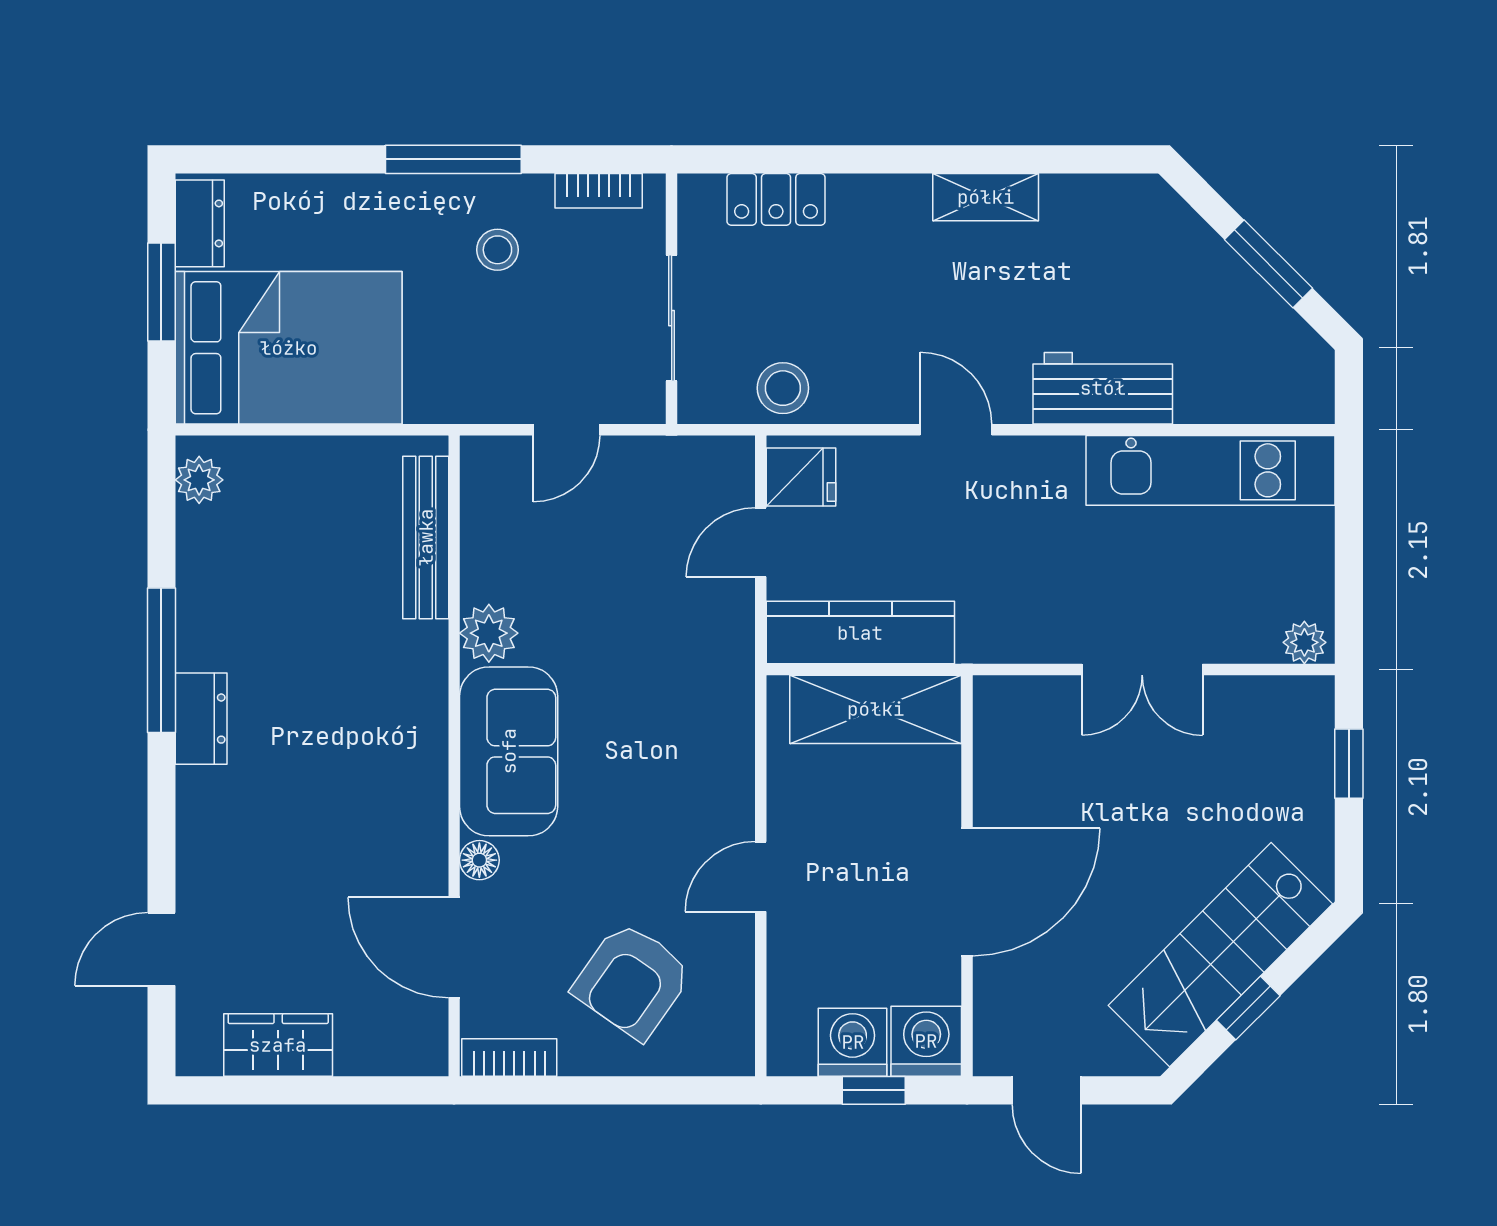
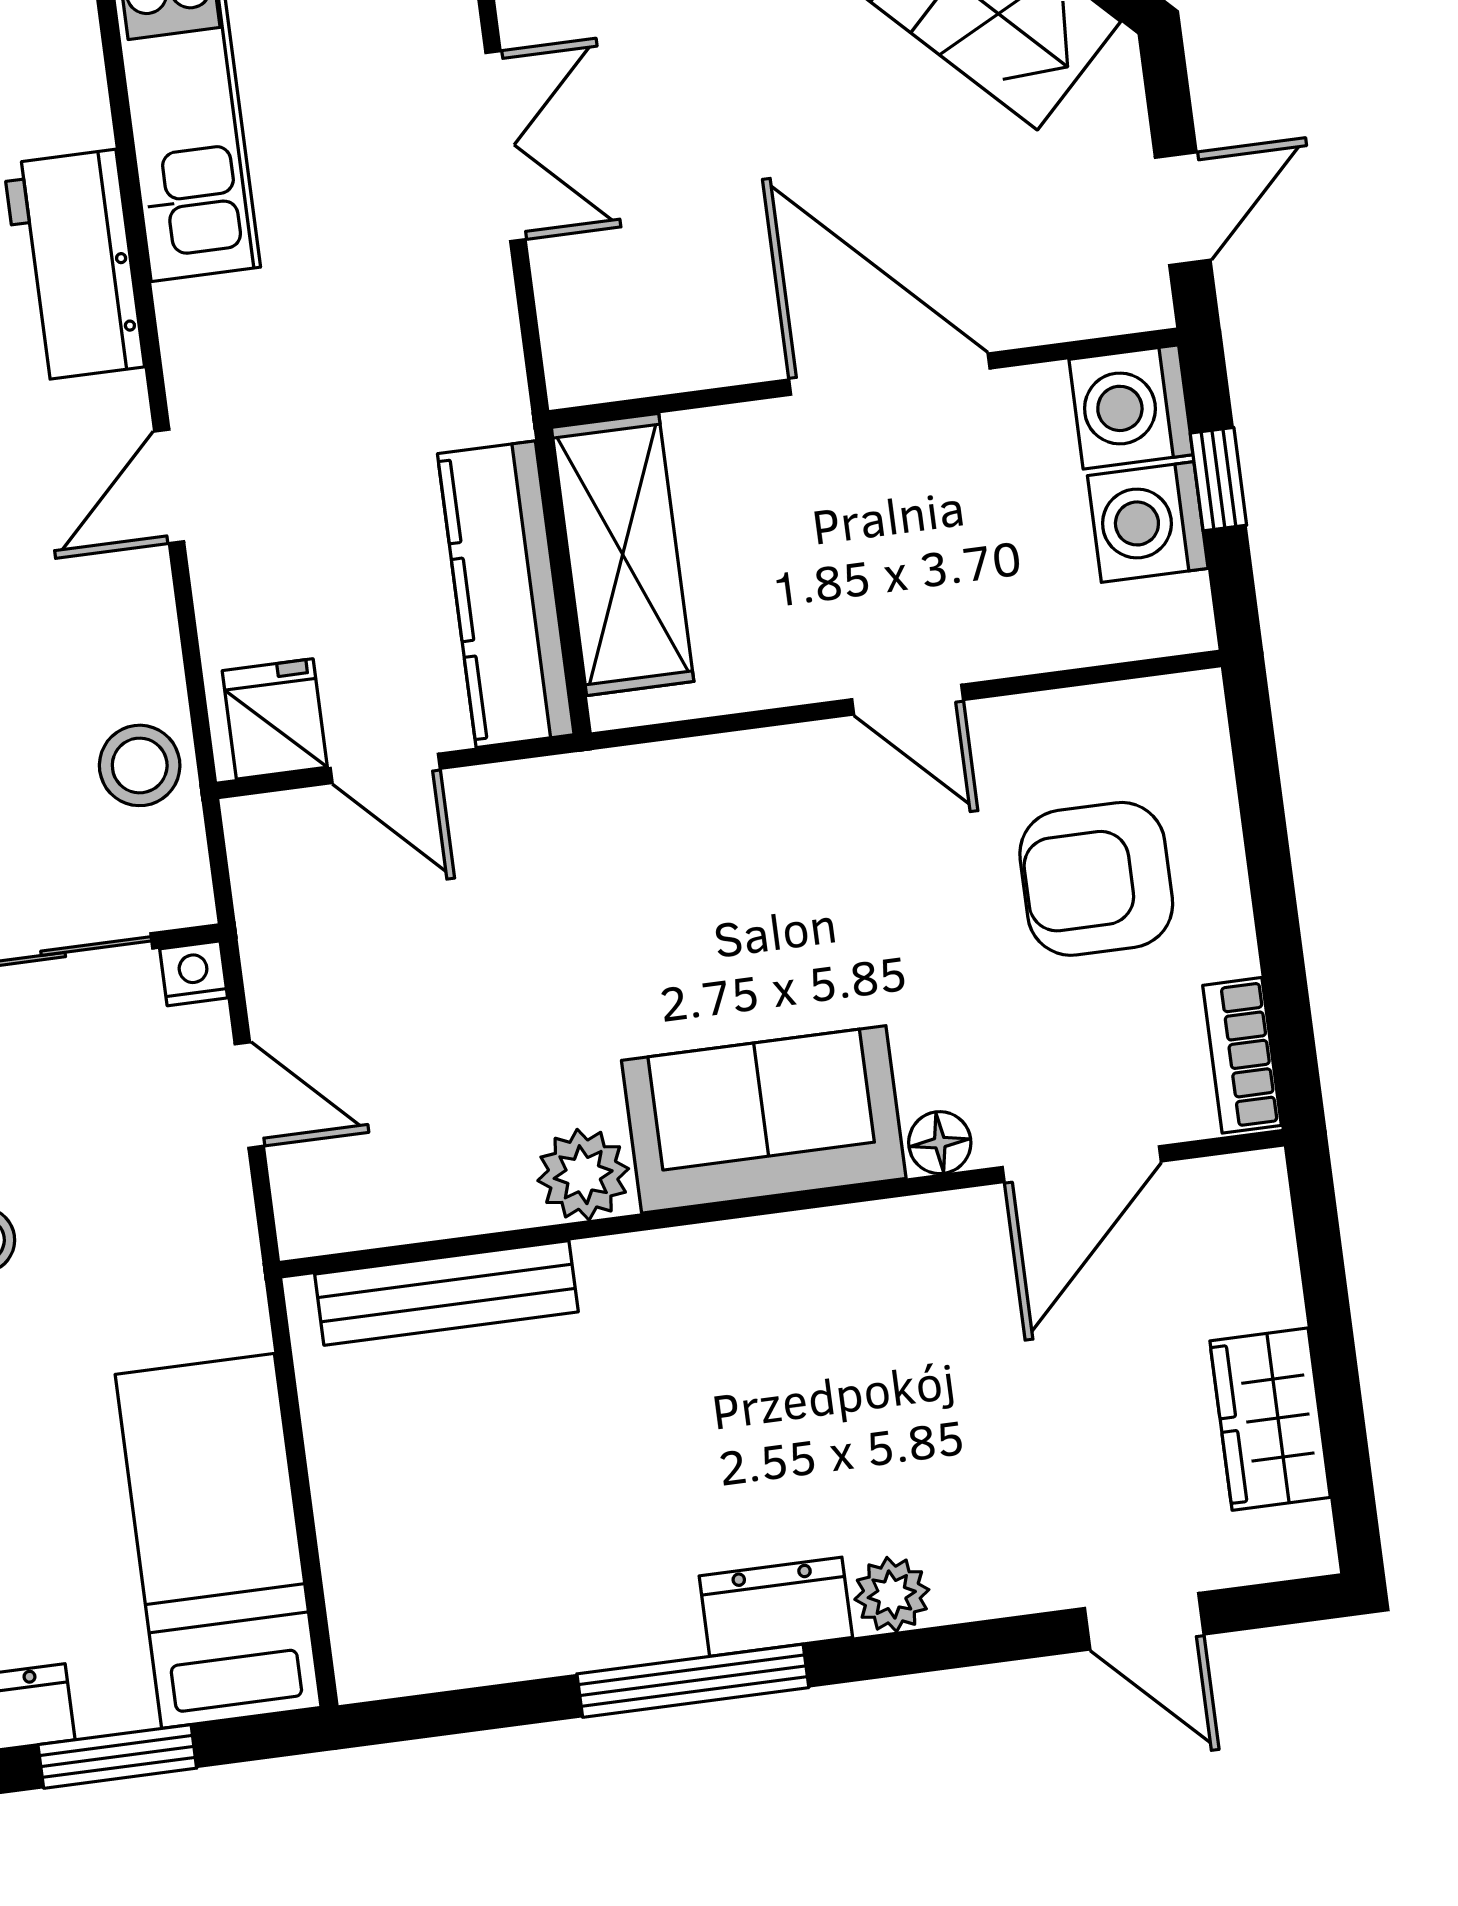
bed: (289, 348) -> (218, 1541), width x0.67
nightstand: (648, 405) -> (194, 973), added
plant: (199, 480) -> (892, 1595), moved
armchair: (632, 980) -> (1096, 879), turned 145

